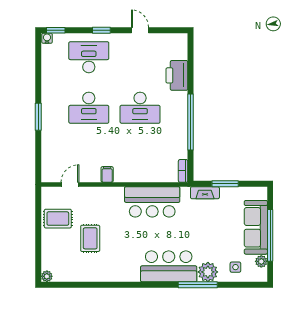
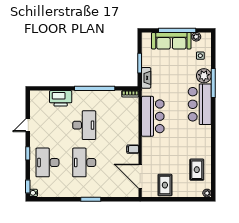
desk: (89, 108) -> (84, 162), turned 180
door: (70, 184) -> (140, 176), width x1.88
rug: (90, 238) -> (197, 170), moved, turned 90

